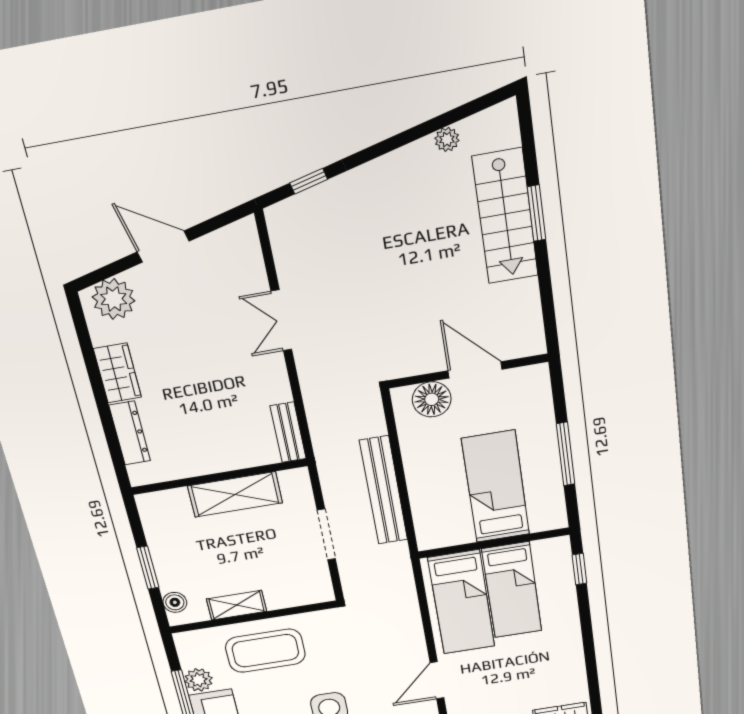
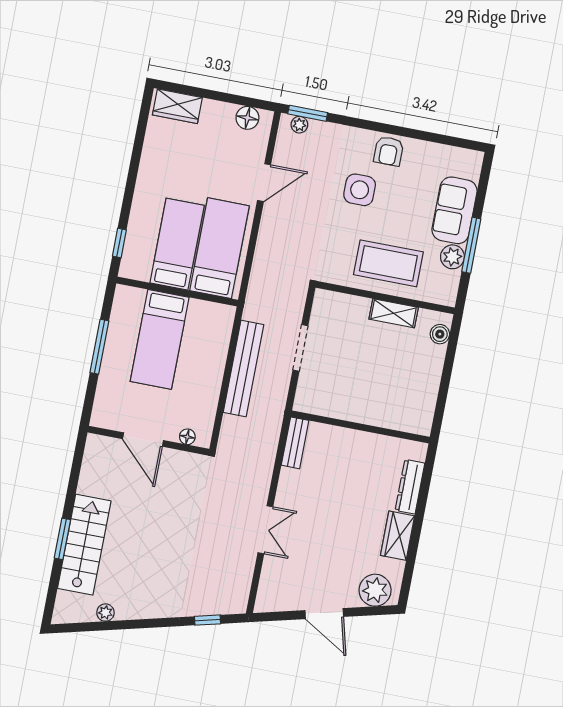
floor lamp: (432, 399) -> (187, 437), width x0.53, depth x0.53
shelving: (235, 494) -> (355, 408), removed
window: (148, 568) -> (447, 372), removed

